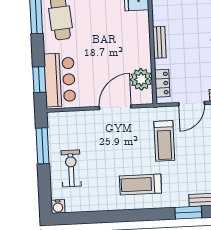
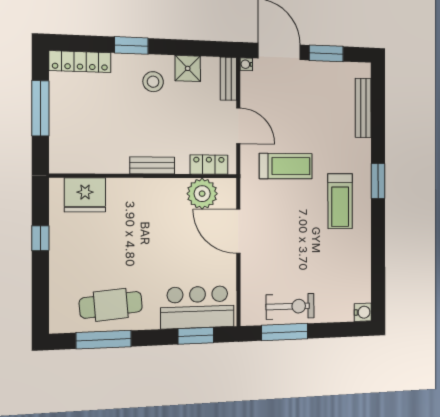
exercise bike: (71, 168) -> (290, 306), moved, turned 180
window: (188, 213) -> (378, 181), moved

